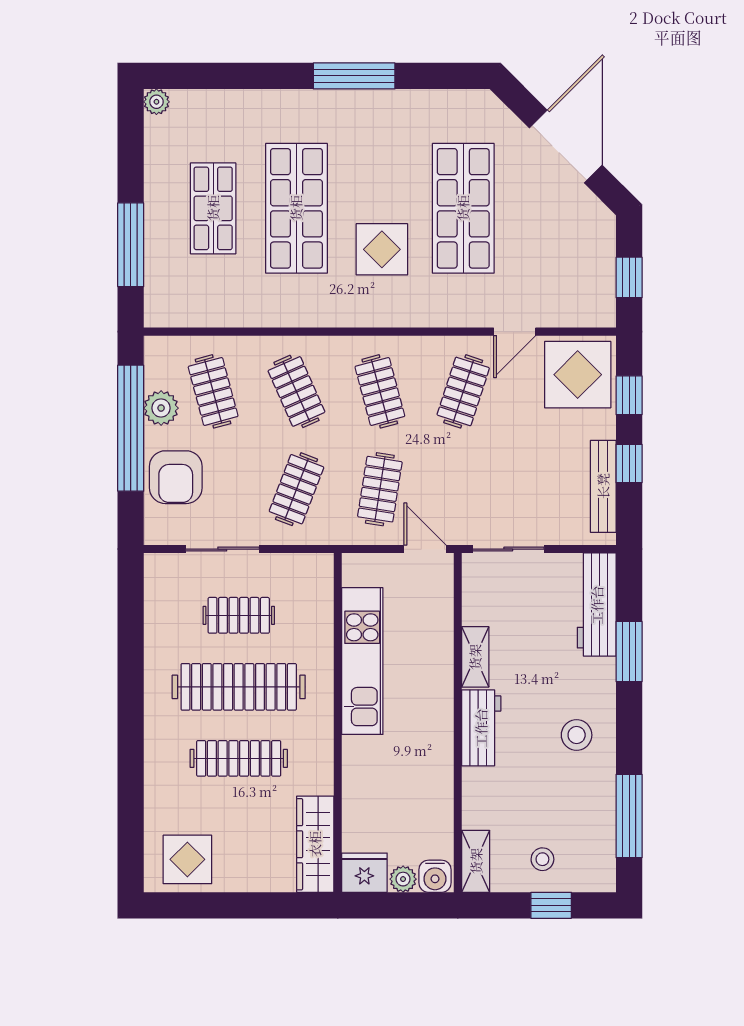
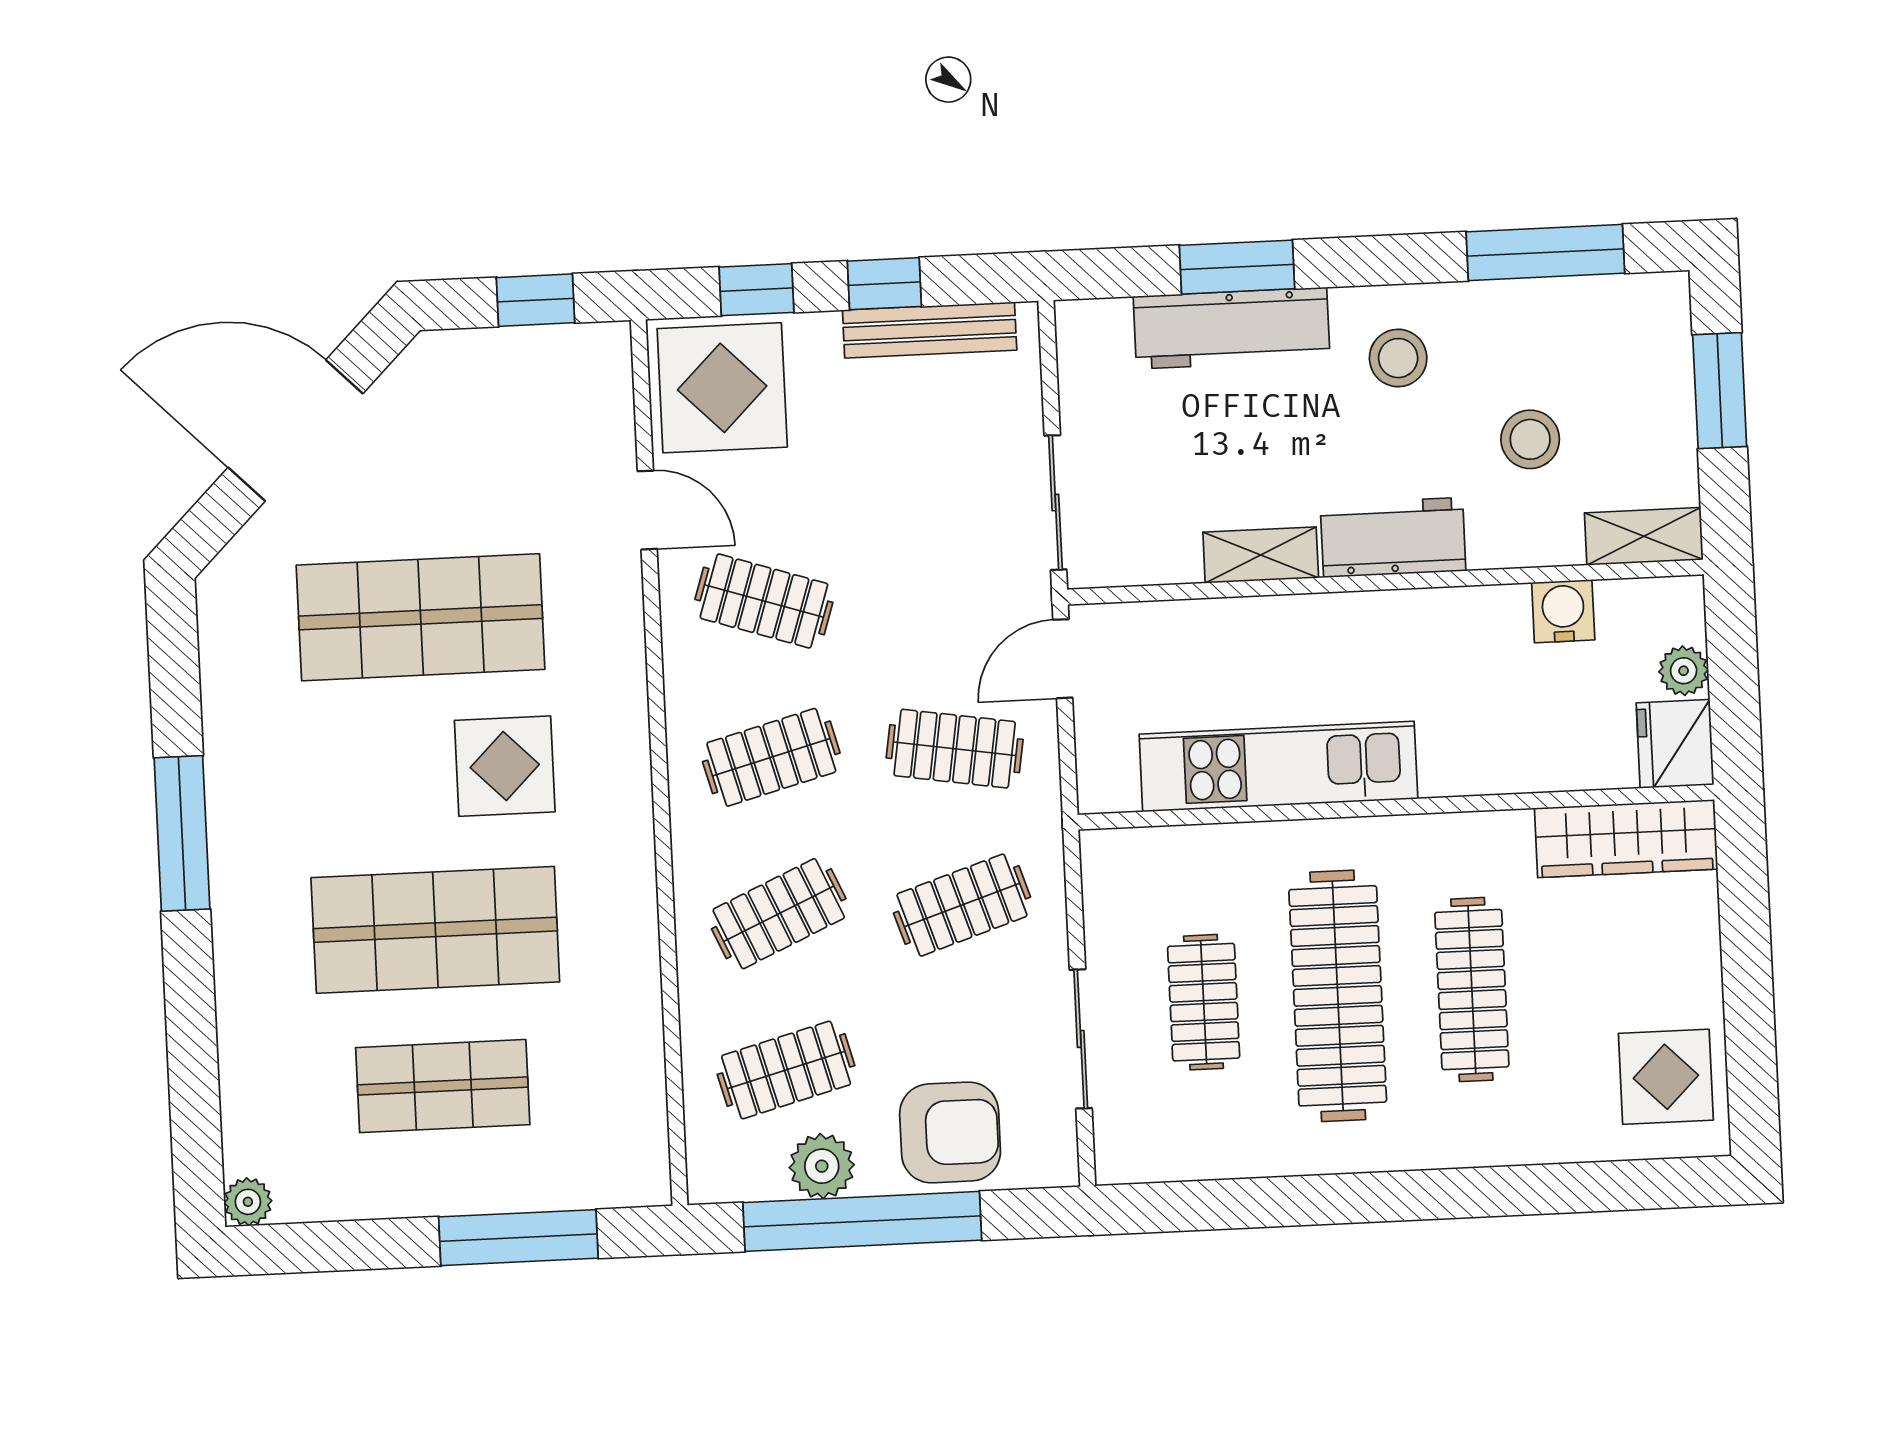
clothes rail: (296, 489) -> (962, 905), turned -39
workbench: (597, 605) -> (1232, 328), moved
stool: (542, 859) -> (1530, 439), moved, width x1.37, depth x1.37
water cooler: (435, 876) -> (1563, 611), moved, turned -90
window: (551, 905) -> (1720, 391), width x1.50

